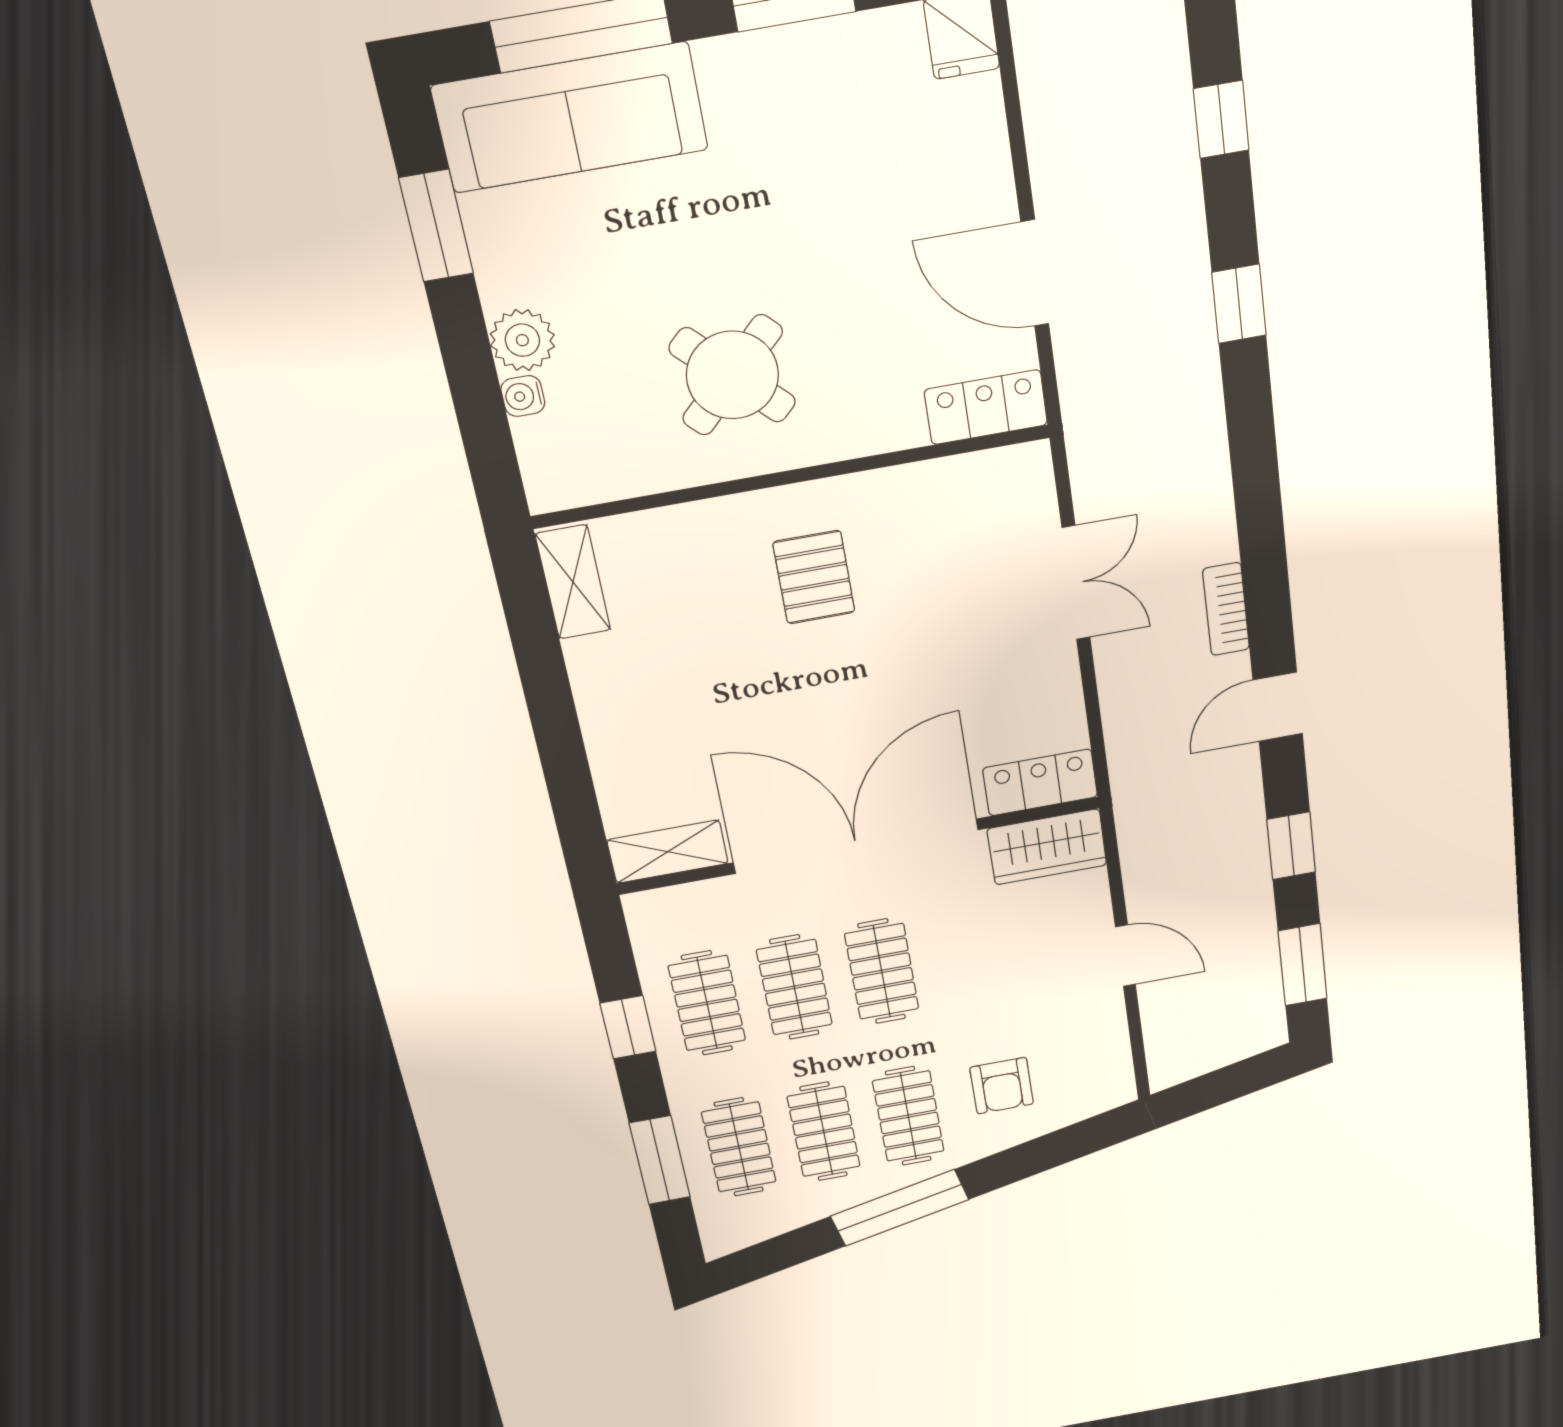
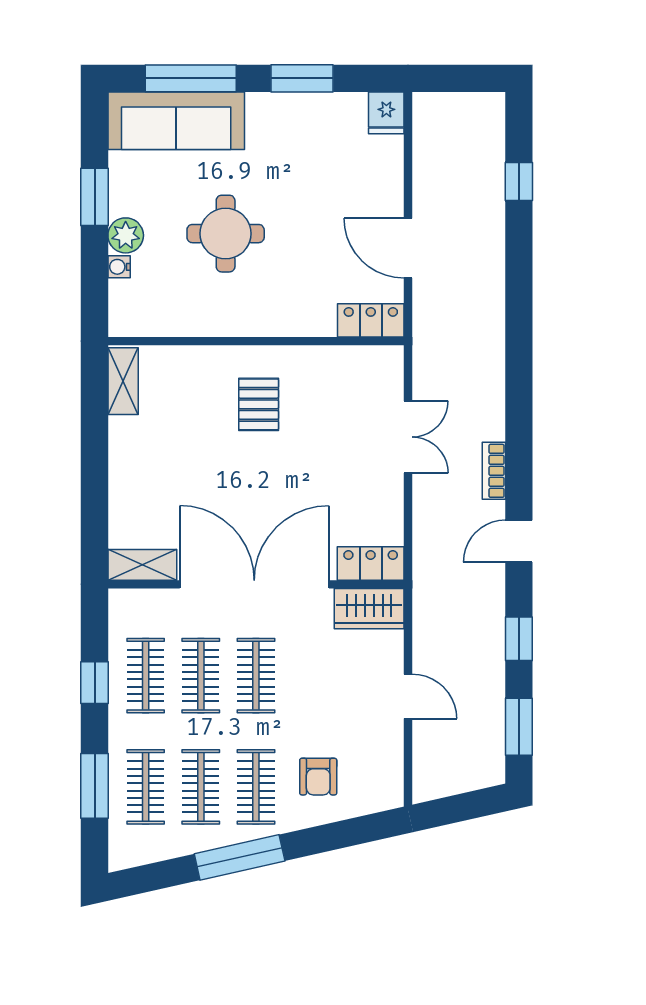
window: (436, 226) -> (95, 197), moved
window: (1239, 304) -> (519, 286), removed
round table: (732, 375) -> (226, 234), moved, turned 45

